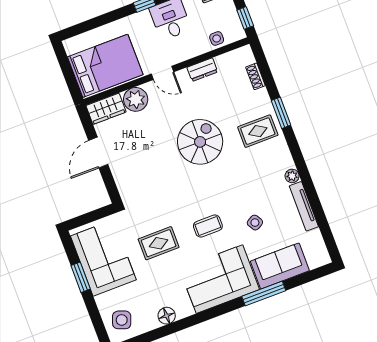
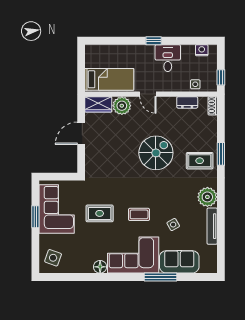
bed: (105, 66) -> (109, 79), width x0.67
dresser: (202, 70) -> (187, 102), moved
shoe rack: (255, 76) -> (213, 106), moved
plant: (292, 176) -> (207, 197), width x1.87, depth x1.87
floor lamp: (167, 316) -> (100, 267), moved

